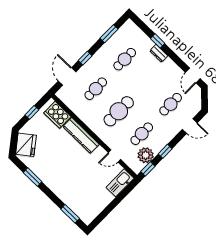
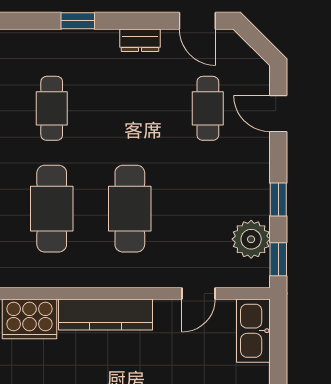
dresser: (159, 53) -> (140, 40), moved
cafe table: (96, 89) -> (52, 209), width x1.37, depth x1.35
door: (190, 126) -> (278, 114), swing flipped
cafe table: (142, 134) -> (208, 209), removed

